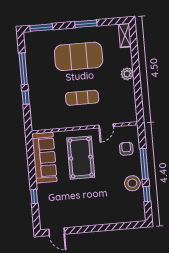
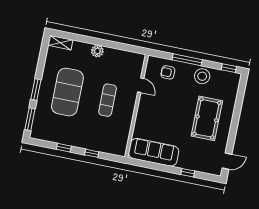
window: (86, 24) -> (36, 90), moved
window: (23, 69) -> (64, 148), width x0.46
pool table: (81, 158) -> (207, 118), moved, turned 90
window: (147, 194) -> (229, 68), moved

